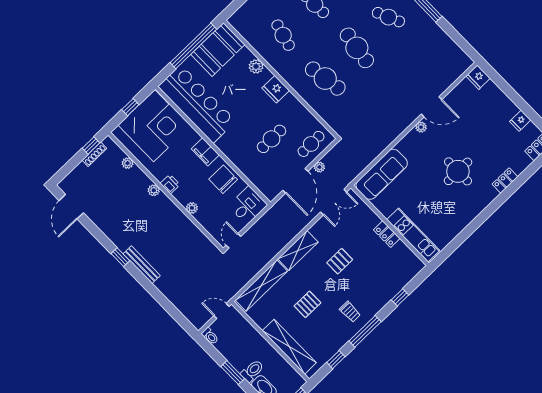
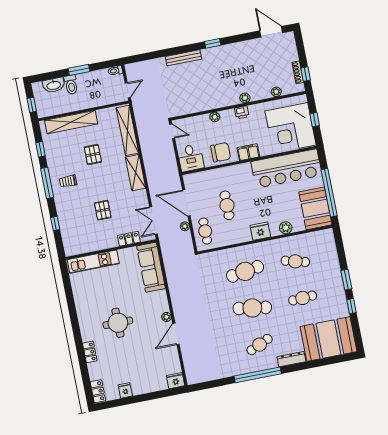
locker: (387, 234) -> (129, 239), moved
pallet: (340, 261) -> (103, 210), moved
bench: (142, 265) -> (183, 58), moved

